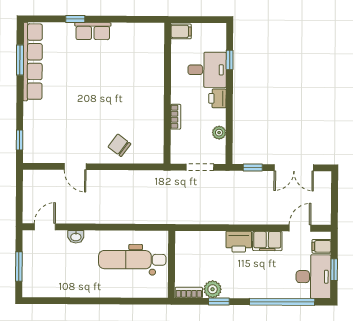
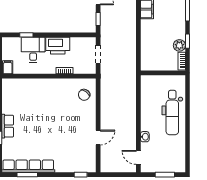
printer: (217, 98) -> (58, 46), width x1.87, depth x1.48
plant: (219, 133) -> (75, 42), removed
chair: (119, 145) -> (84, 95), moved
printer: (239, 242) -> (148, 28), removed
dental chair: (132, 260) -> (172, 113), moved

